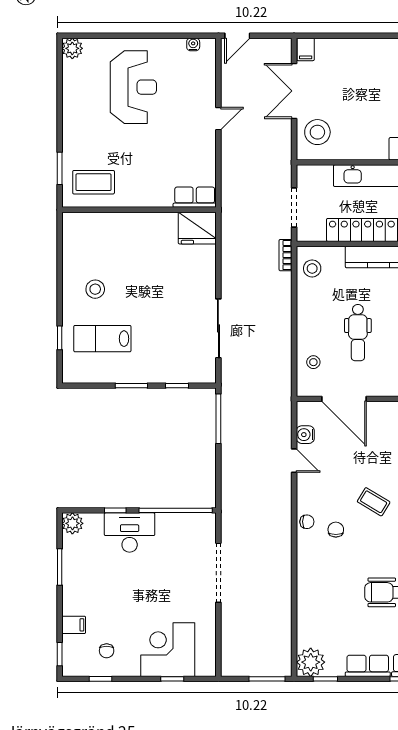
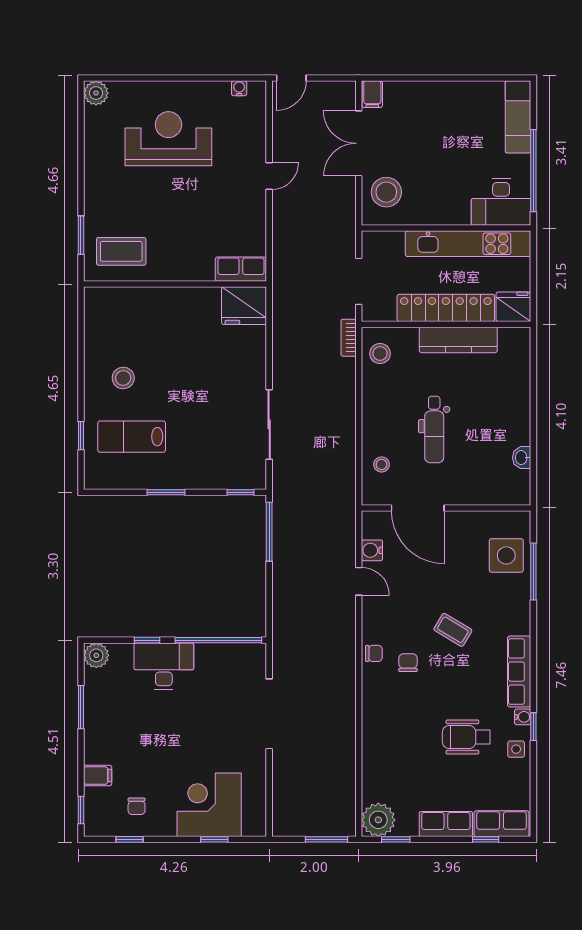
reception desk: (133, 87) -> (168, 139), turned -90
window: (177, 386) -> (240, 492), moved

